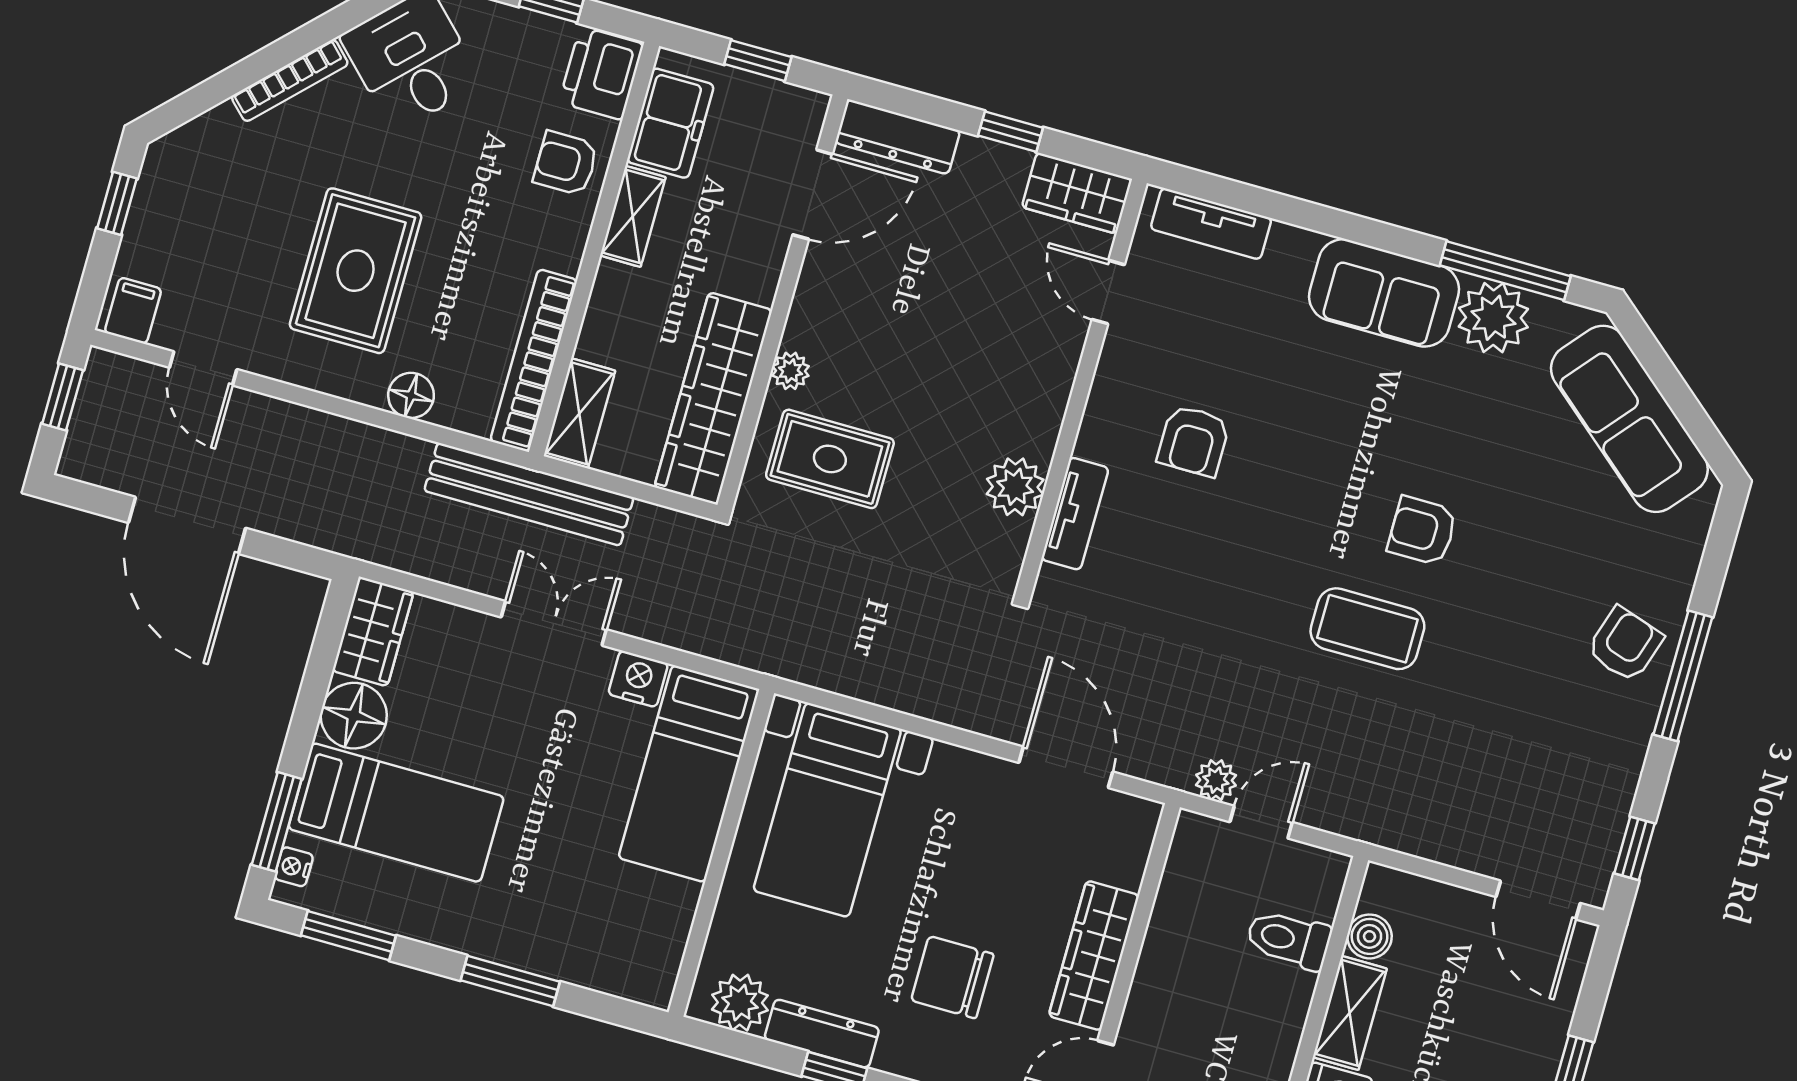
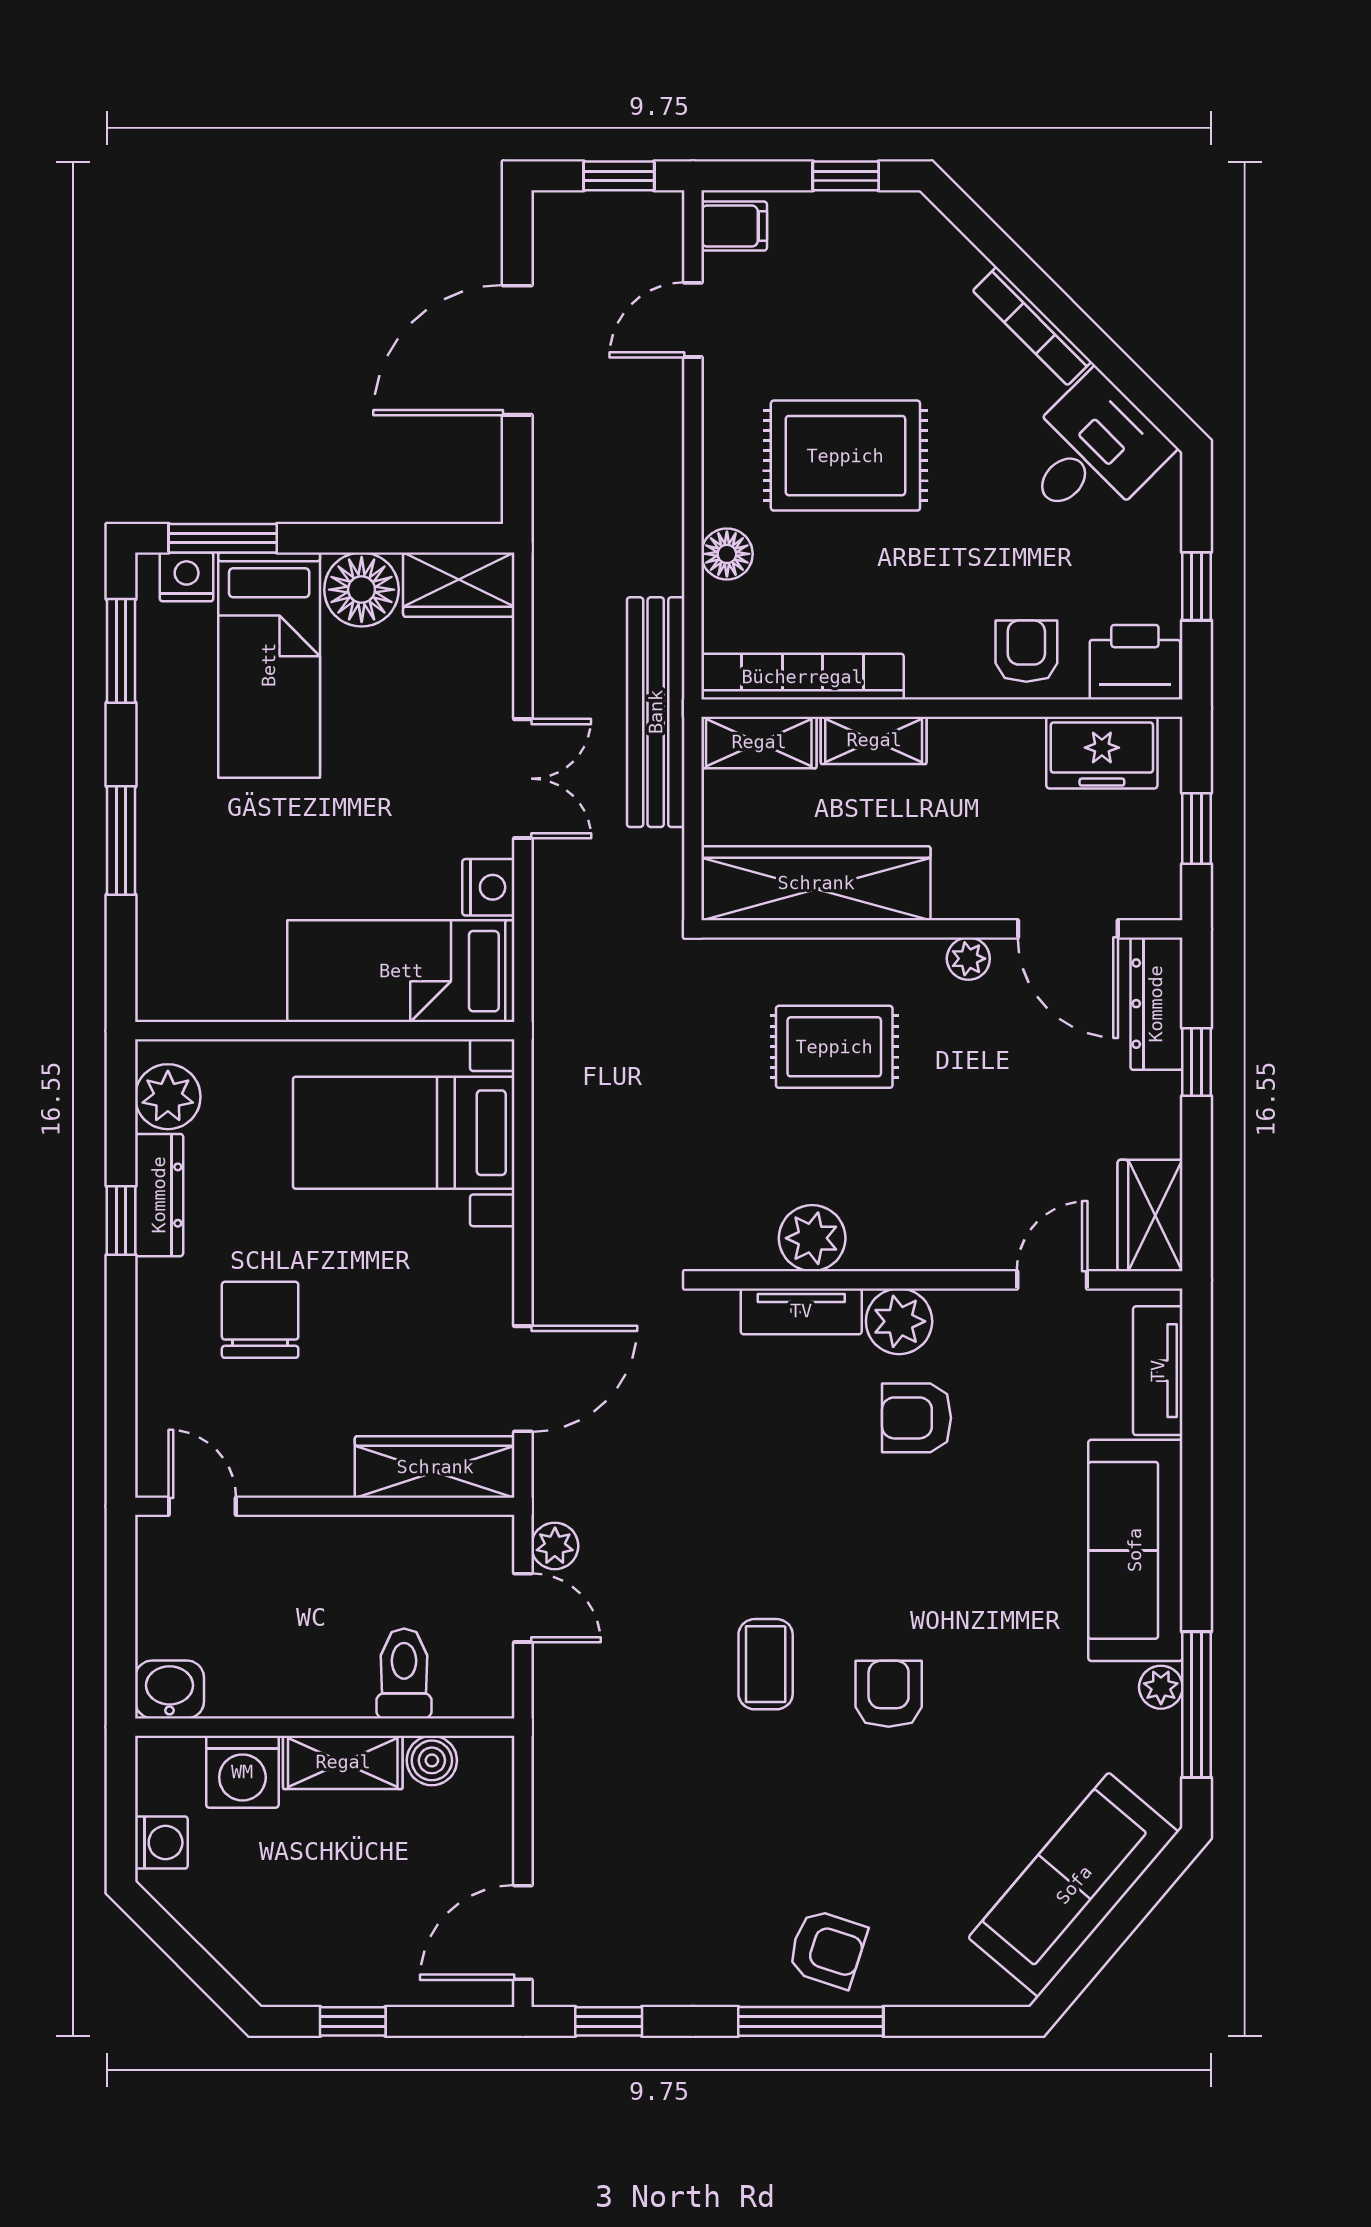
window: (1011, 132) -> (1197, 1062), moved
shelving: (633, 216) -> (874, 740), moved
sofa: (1384, 293) -> (1135, 1550), width x1.36
plant: (1493, 318) -> (1161, 1687), width x0.53, depth x0.53
plant: (790, 371) -> (968, 959), moved
plant: (1107, 433) -> (899, 1321), added
rug: (830, 459) -> (834, 1047), moved, turned 90
coffee table: (1367, 629) -> (766, 1664), width x0.73, depth x0.77
nightstand: (294, 867) -> (187, 577), width x1.39, depth x1.35
wardrobe: (1094, 956) -> (435, 1467), moved

